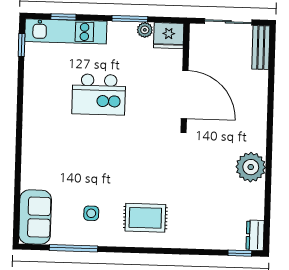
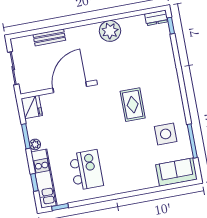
plant: (145, 30) -> (35, 144), moved
bench: (261, 48) -> (49, 37), moved
kitchen island: (99, 94) -> (86, 170), moved
side table: (91, 213) -> (166, 134), width x1.87, depth x1.87
rug: (145, 218) -> (133, 105), moved

